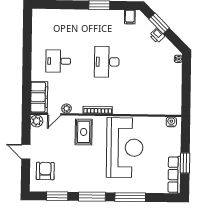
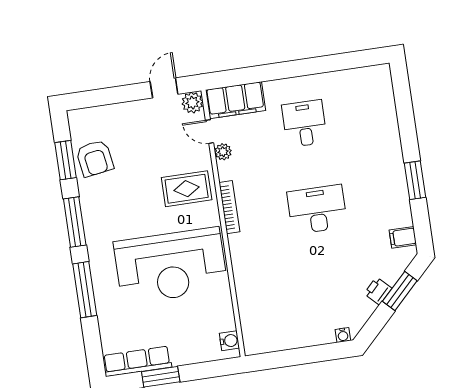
door: (26, 152) -> (164, 88), moved
armchair: (45, 171) -> (95, 158), moved, turned 81

